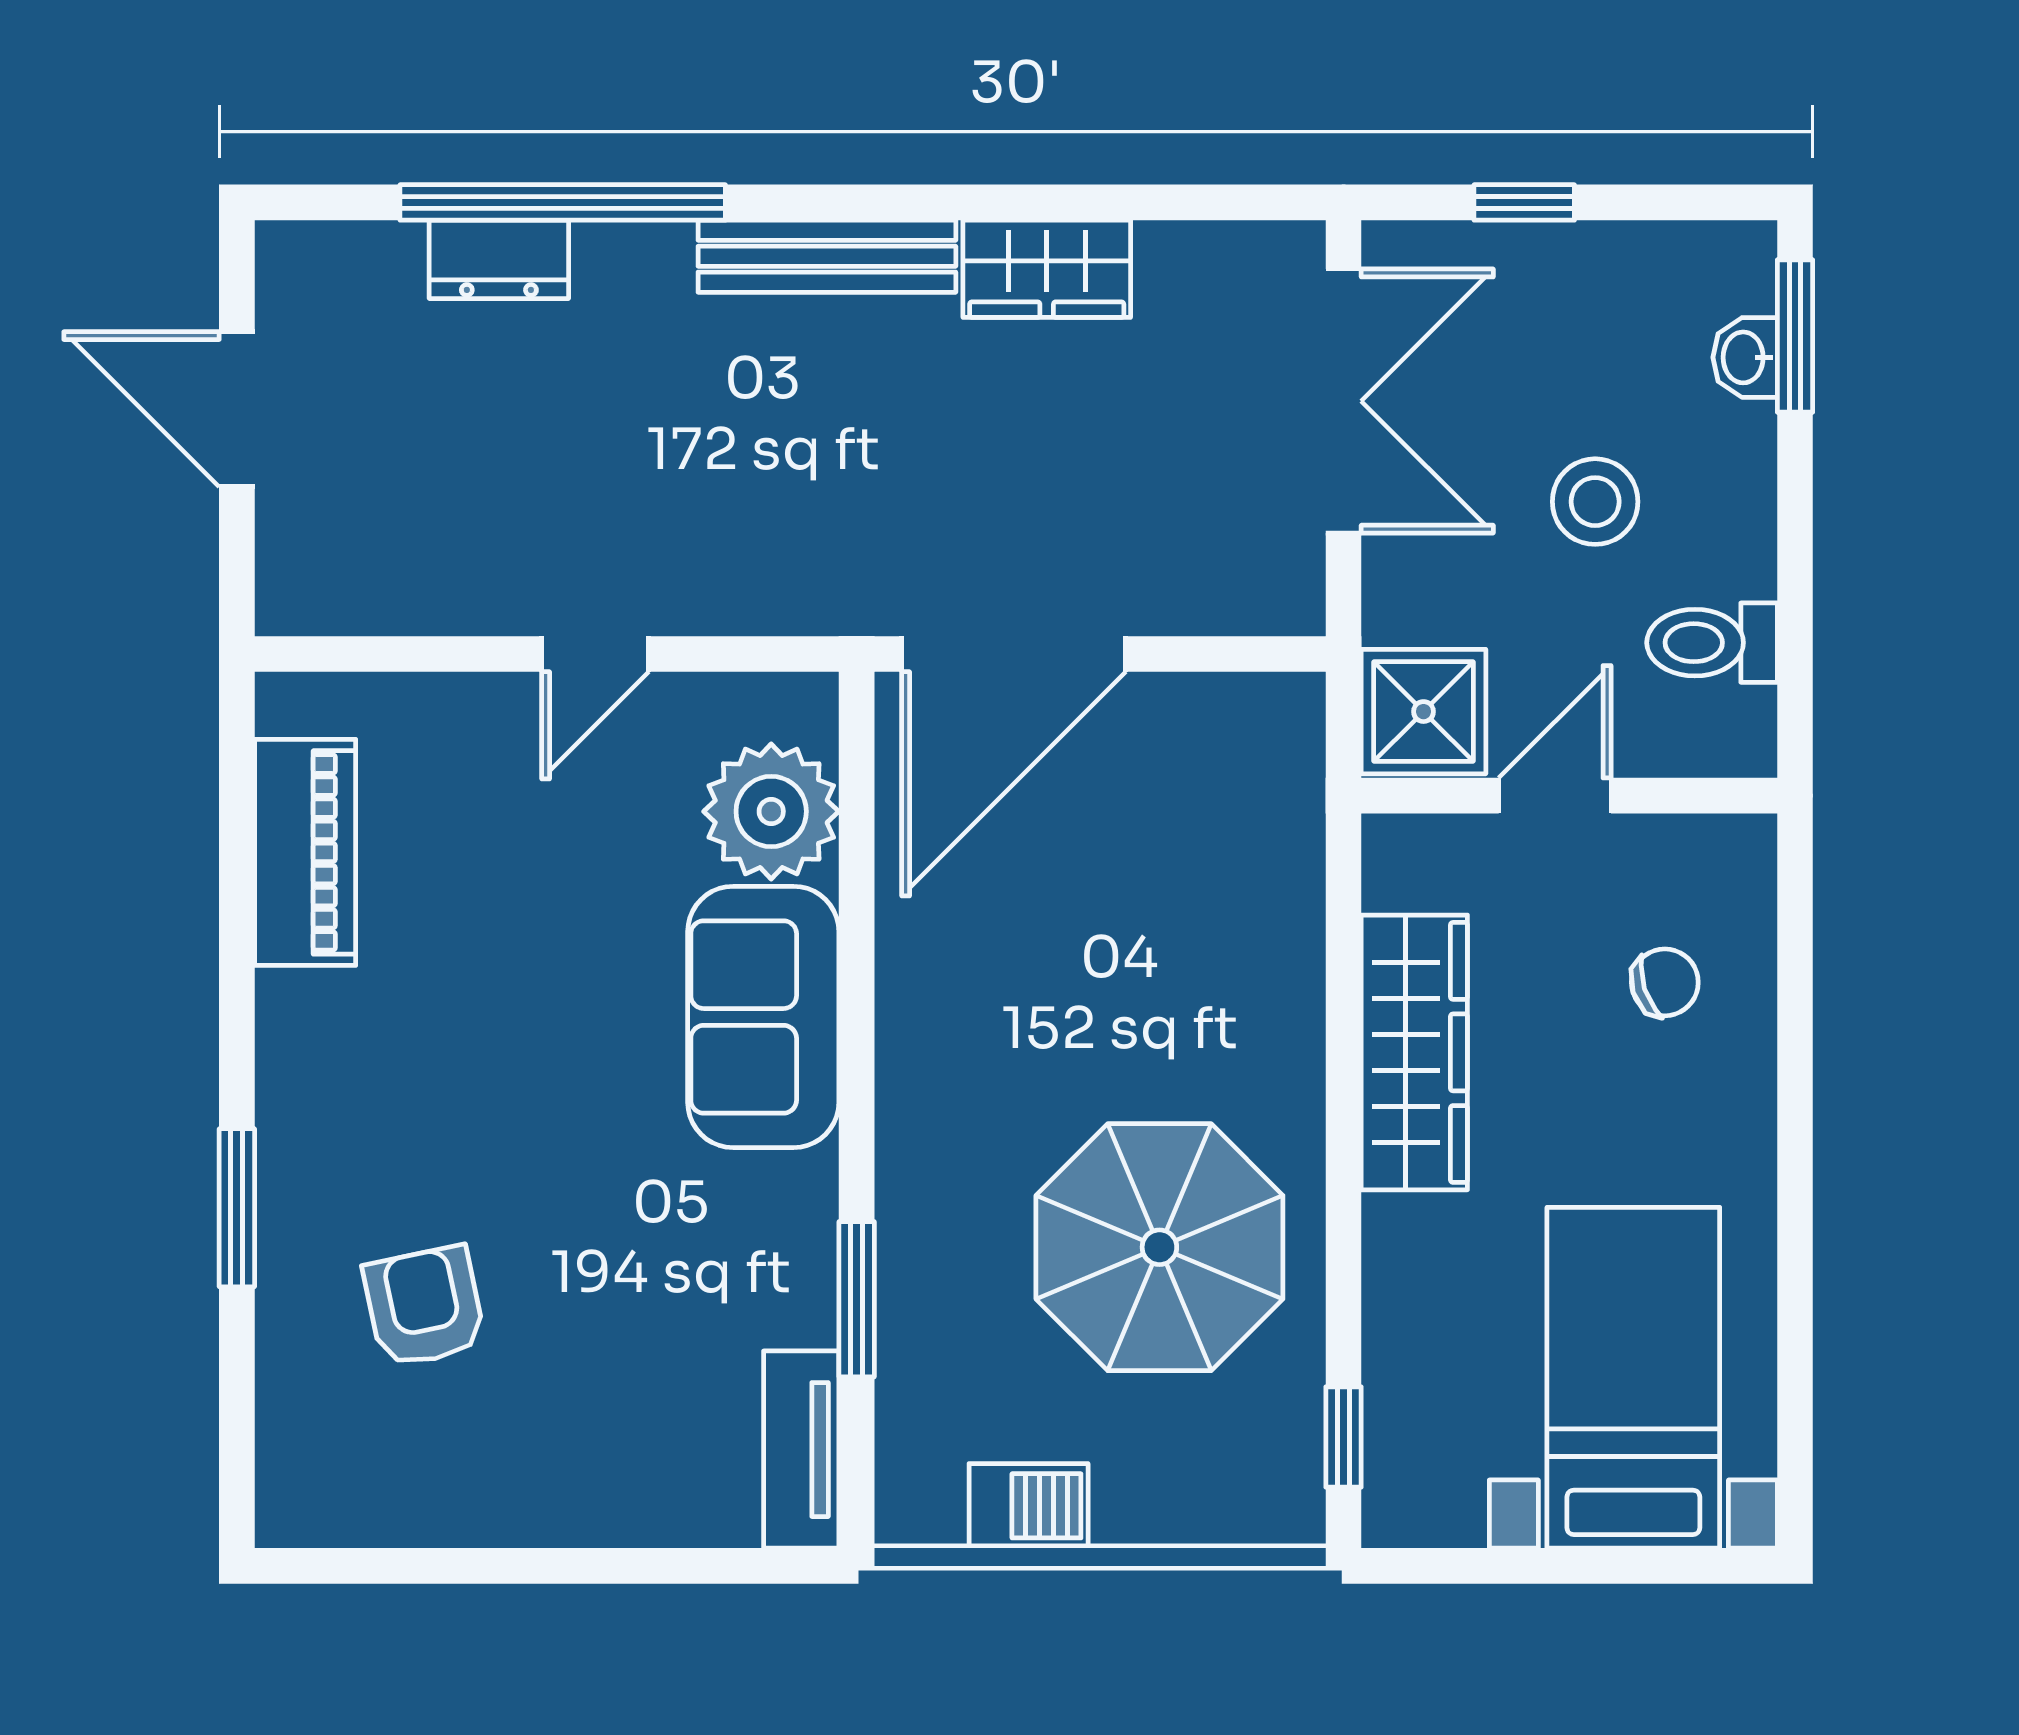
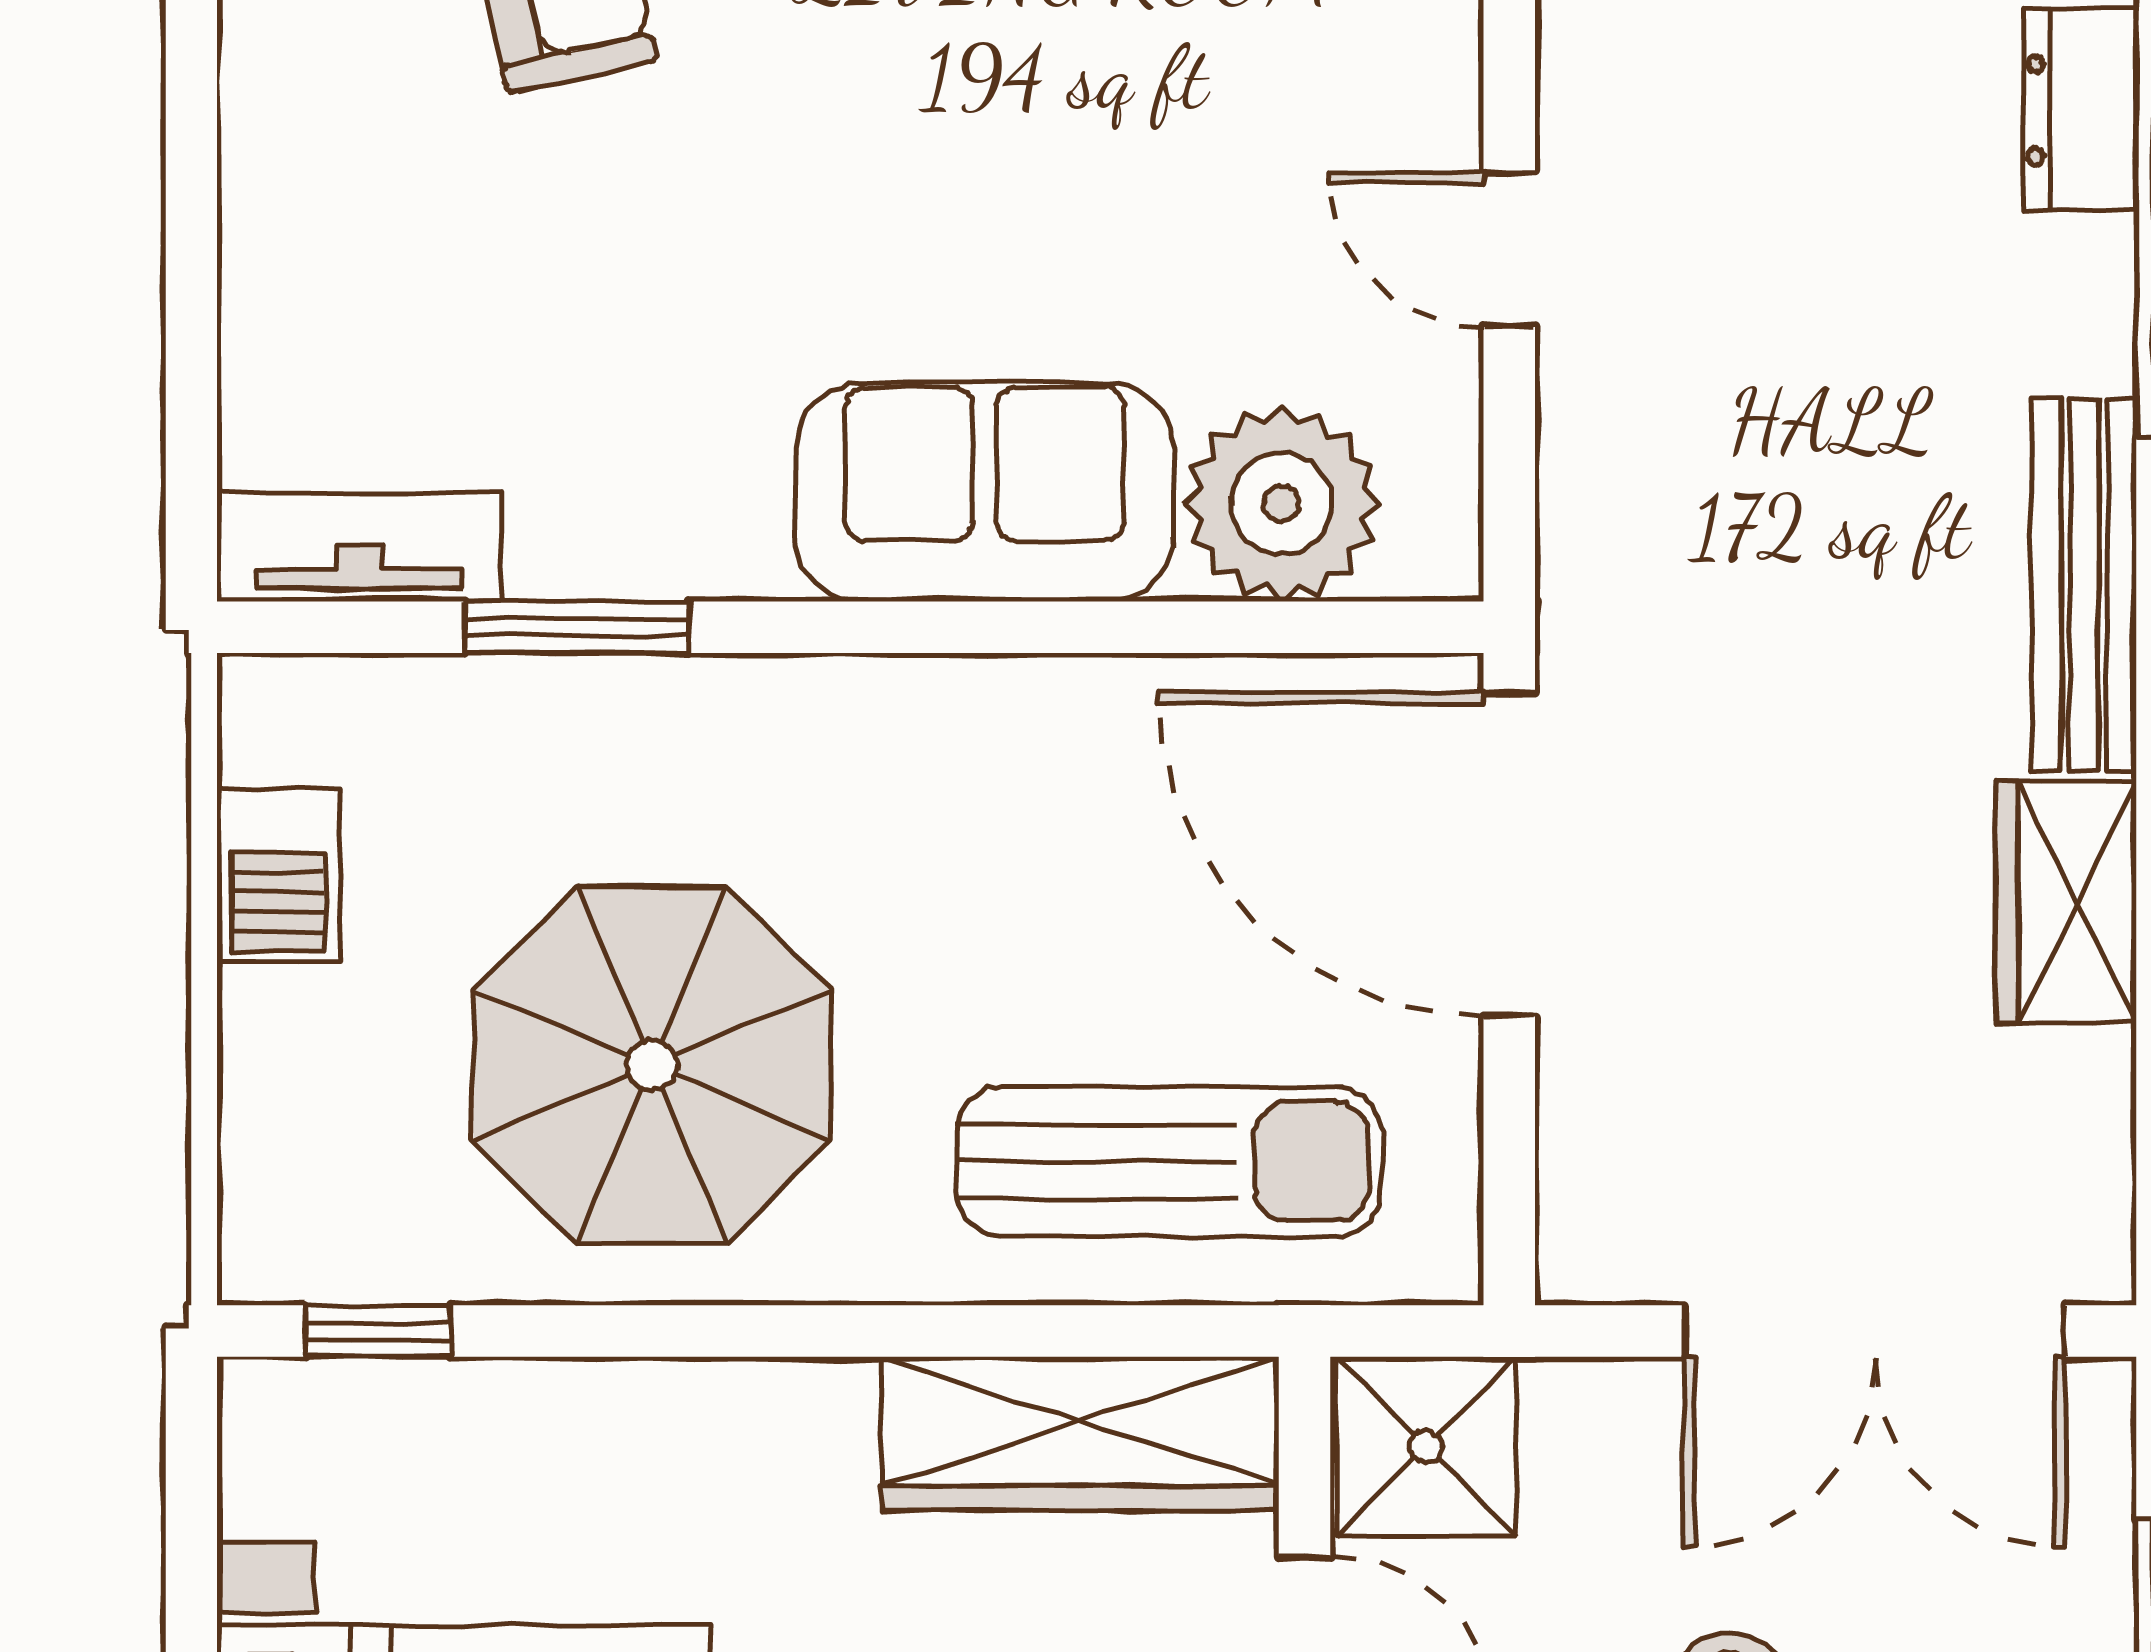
sun lounger: (1226, 889) -> (1169, 1162), added
wardrobe: (1414, 1052) -> (1080, 1433), moved

